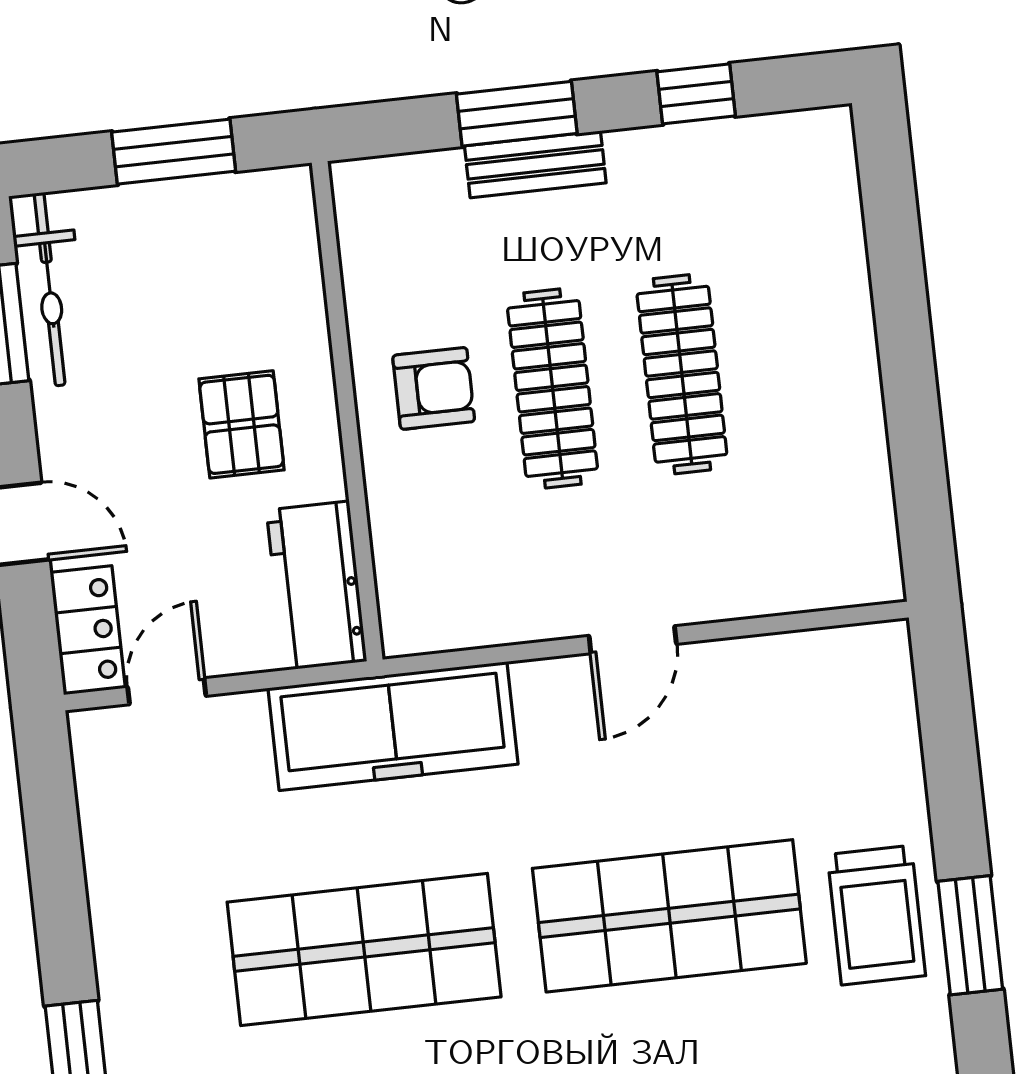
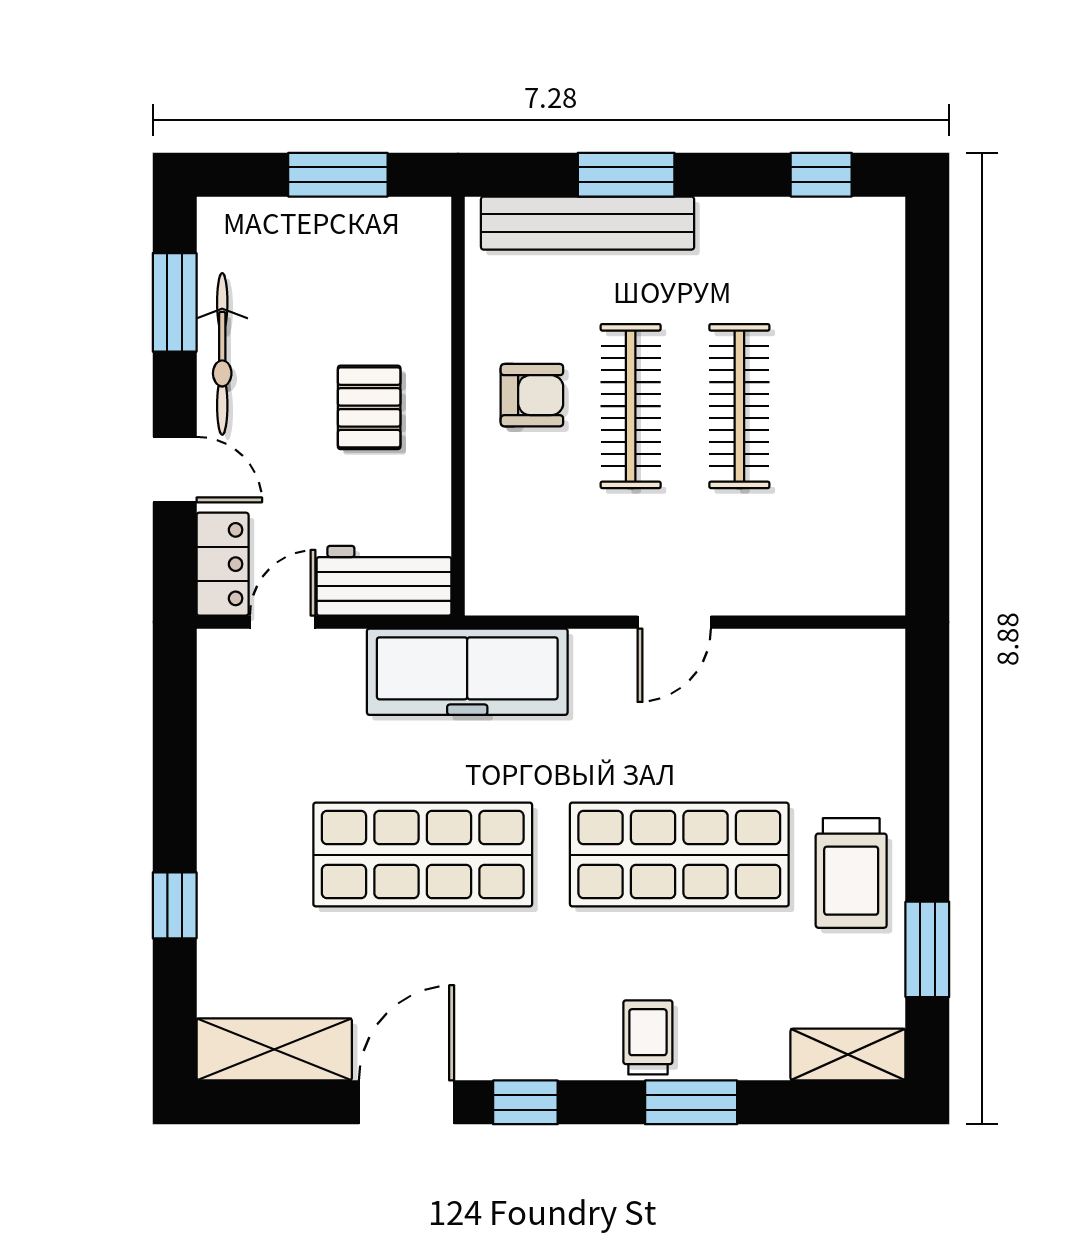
window: (696, 94) -> (821, 175), moved
bench: (535, 164) -> (588, 223), width x1.86, depth x1.21
bicycle: (50, 289) -> (222, 354), moved
workbench: (317, 586) -> (384, 581), moved, turned 90
window: (970, 935) -> (927, 949), moved

